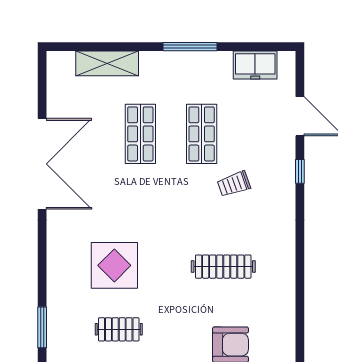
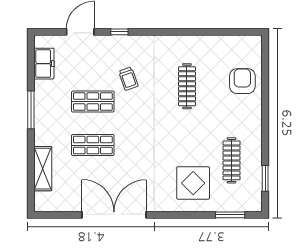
display table: (114, 265) -> (193, 183), moved
clothes rail: (119, 329) -> (232, 160), width x1.36

